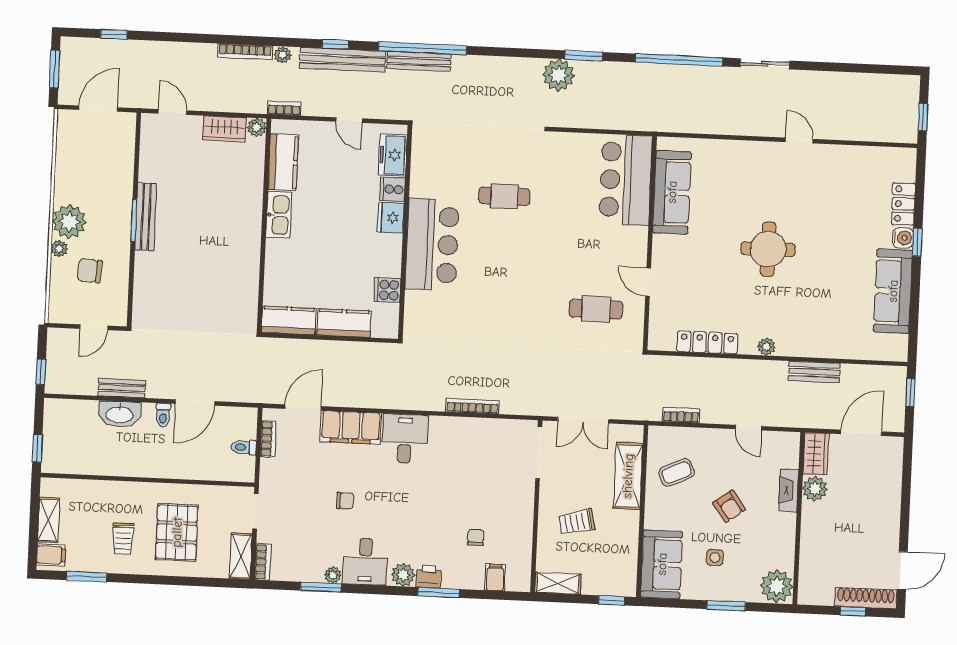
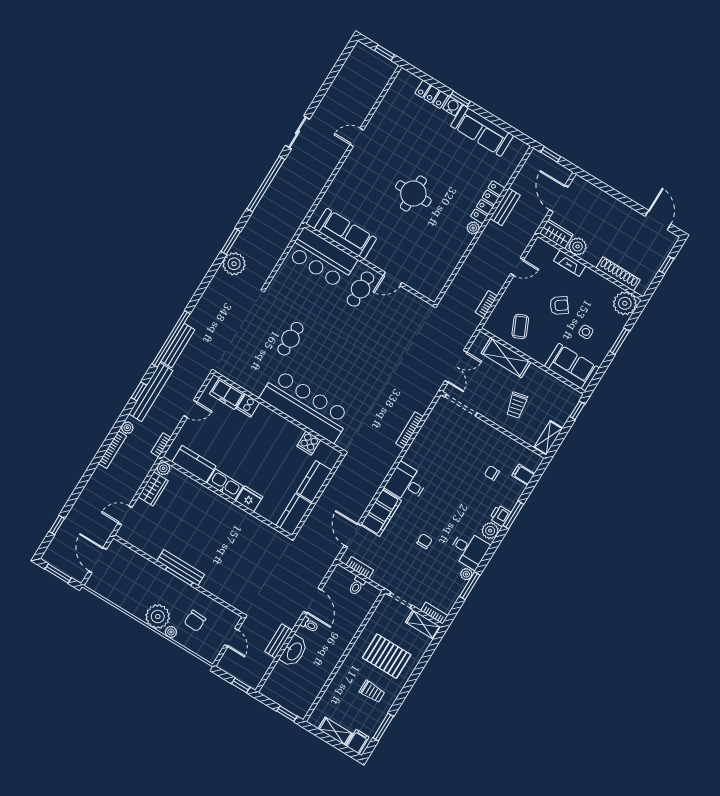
fridge: (391, 218) -> (249, 499), moved, turned 180
bar counter: (432, 244) -> (306, 406), width x1.36
cafe table: (596, 309) -> (360, 289), moved
locker: (707, 343) -> (488, 202), moved
shoe rack: (866, 598) -> (618, 274), moved, turned 90

